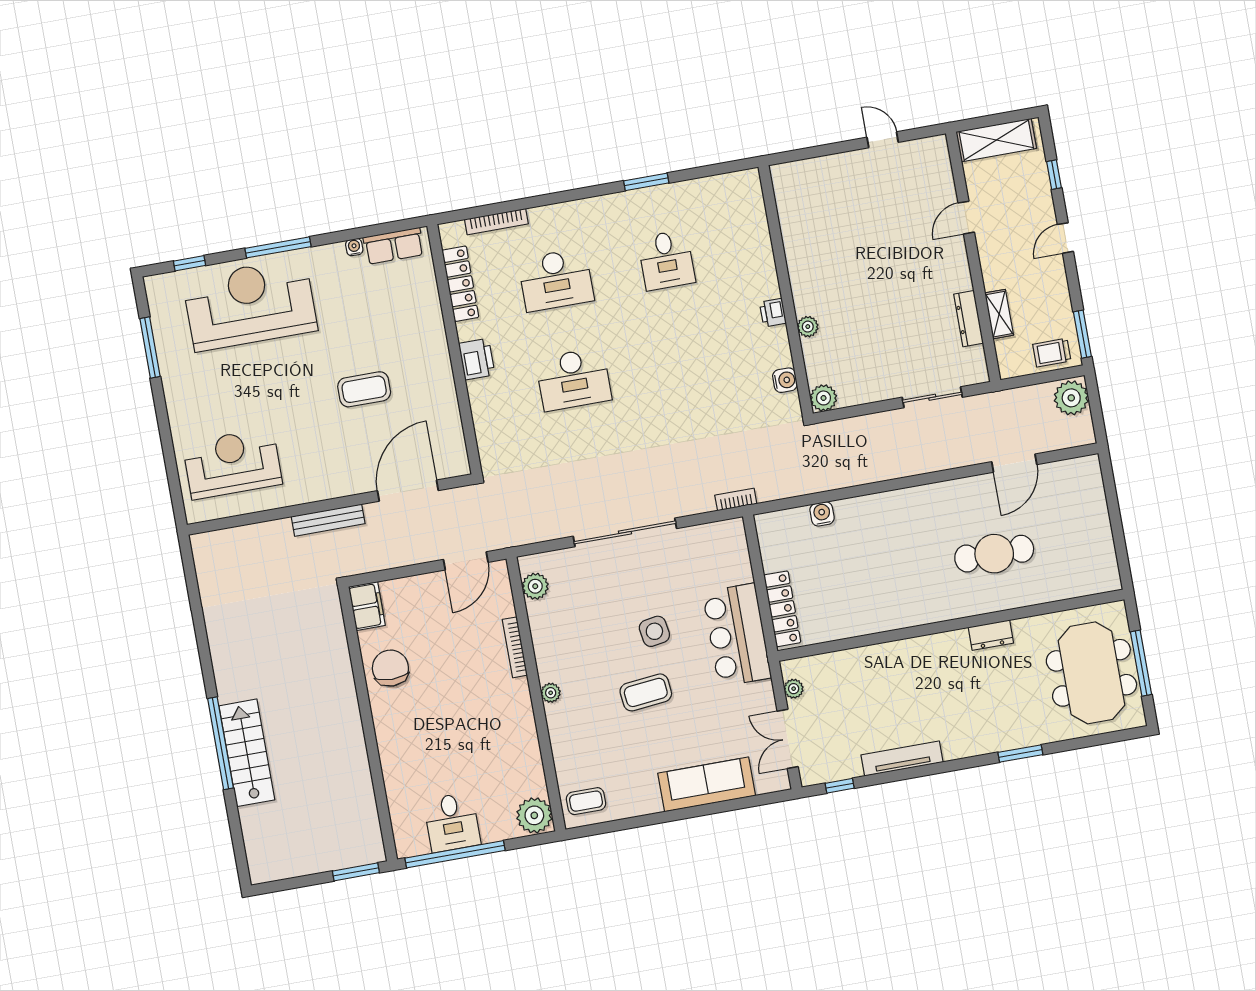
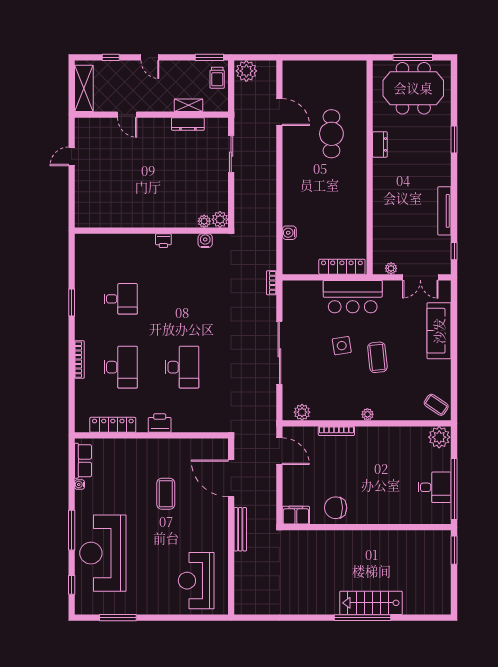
bookcase: (496, 222) -> (79, 360), moved
plant: (808, 327) -> (204, 221), moved
coffee table: (586, 801) -> (436, 405), turned -56

